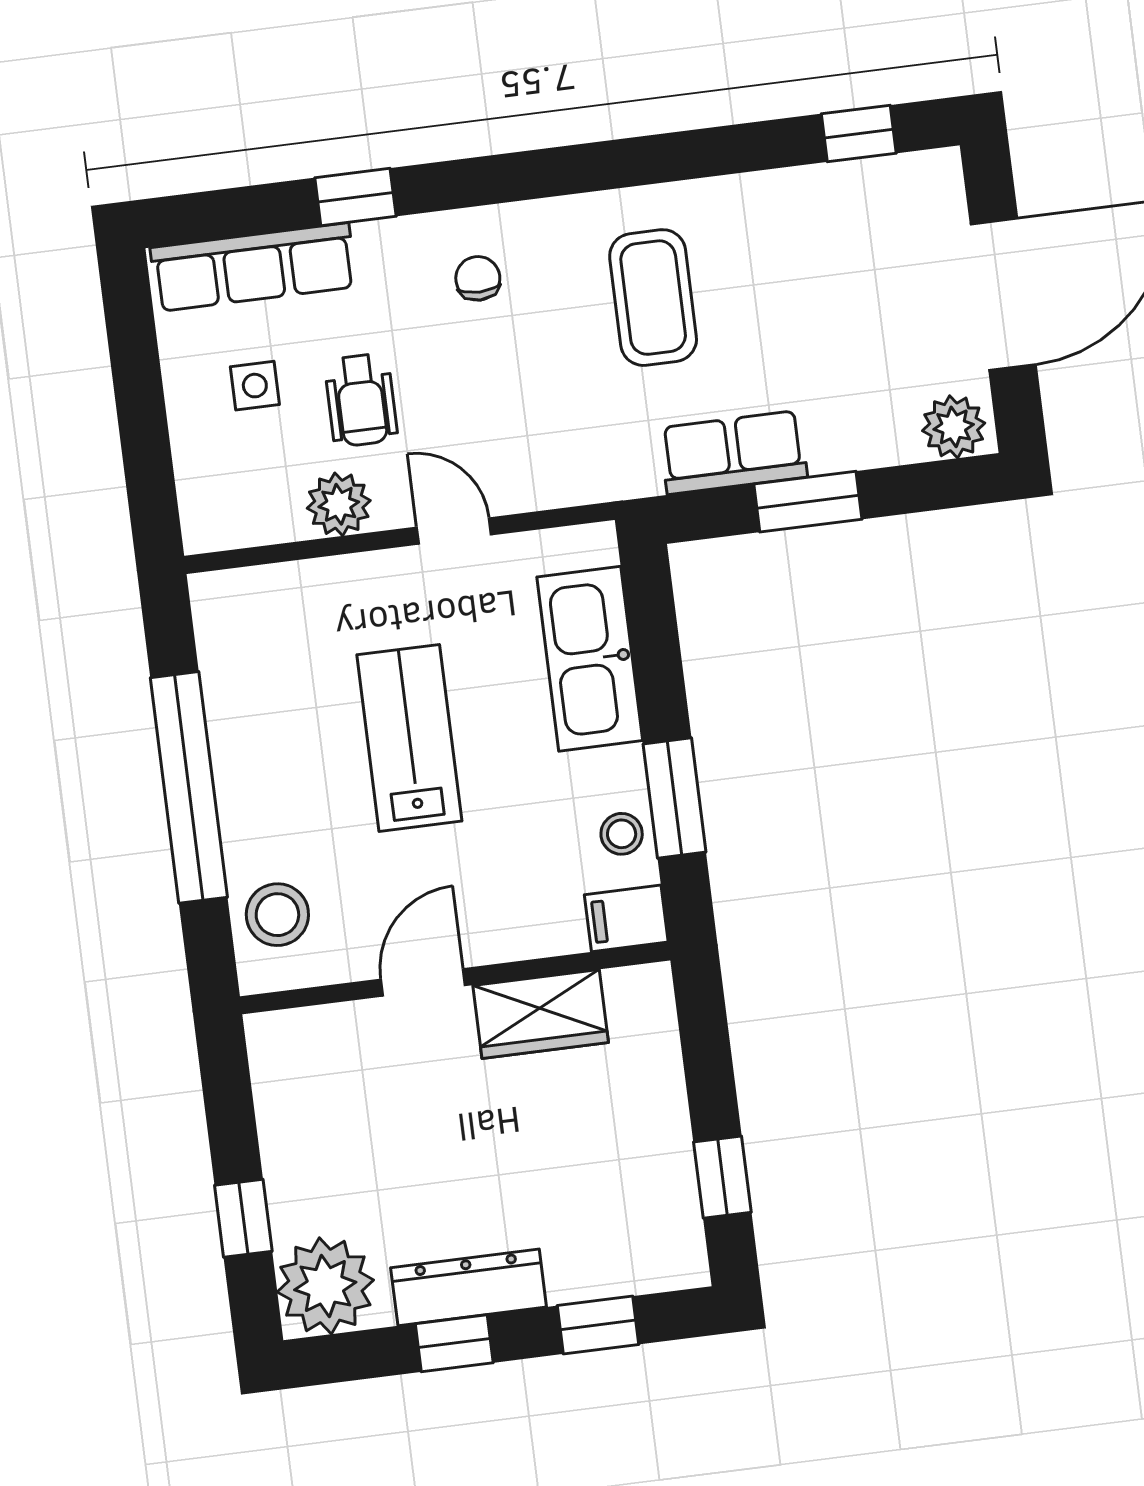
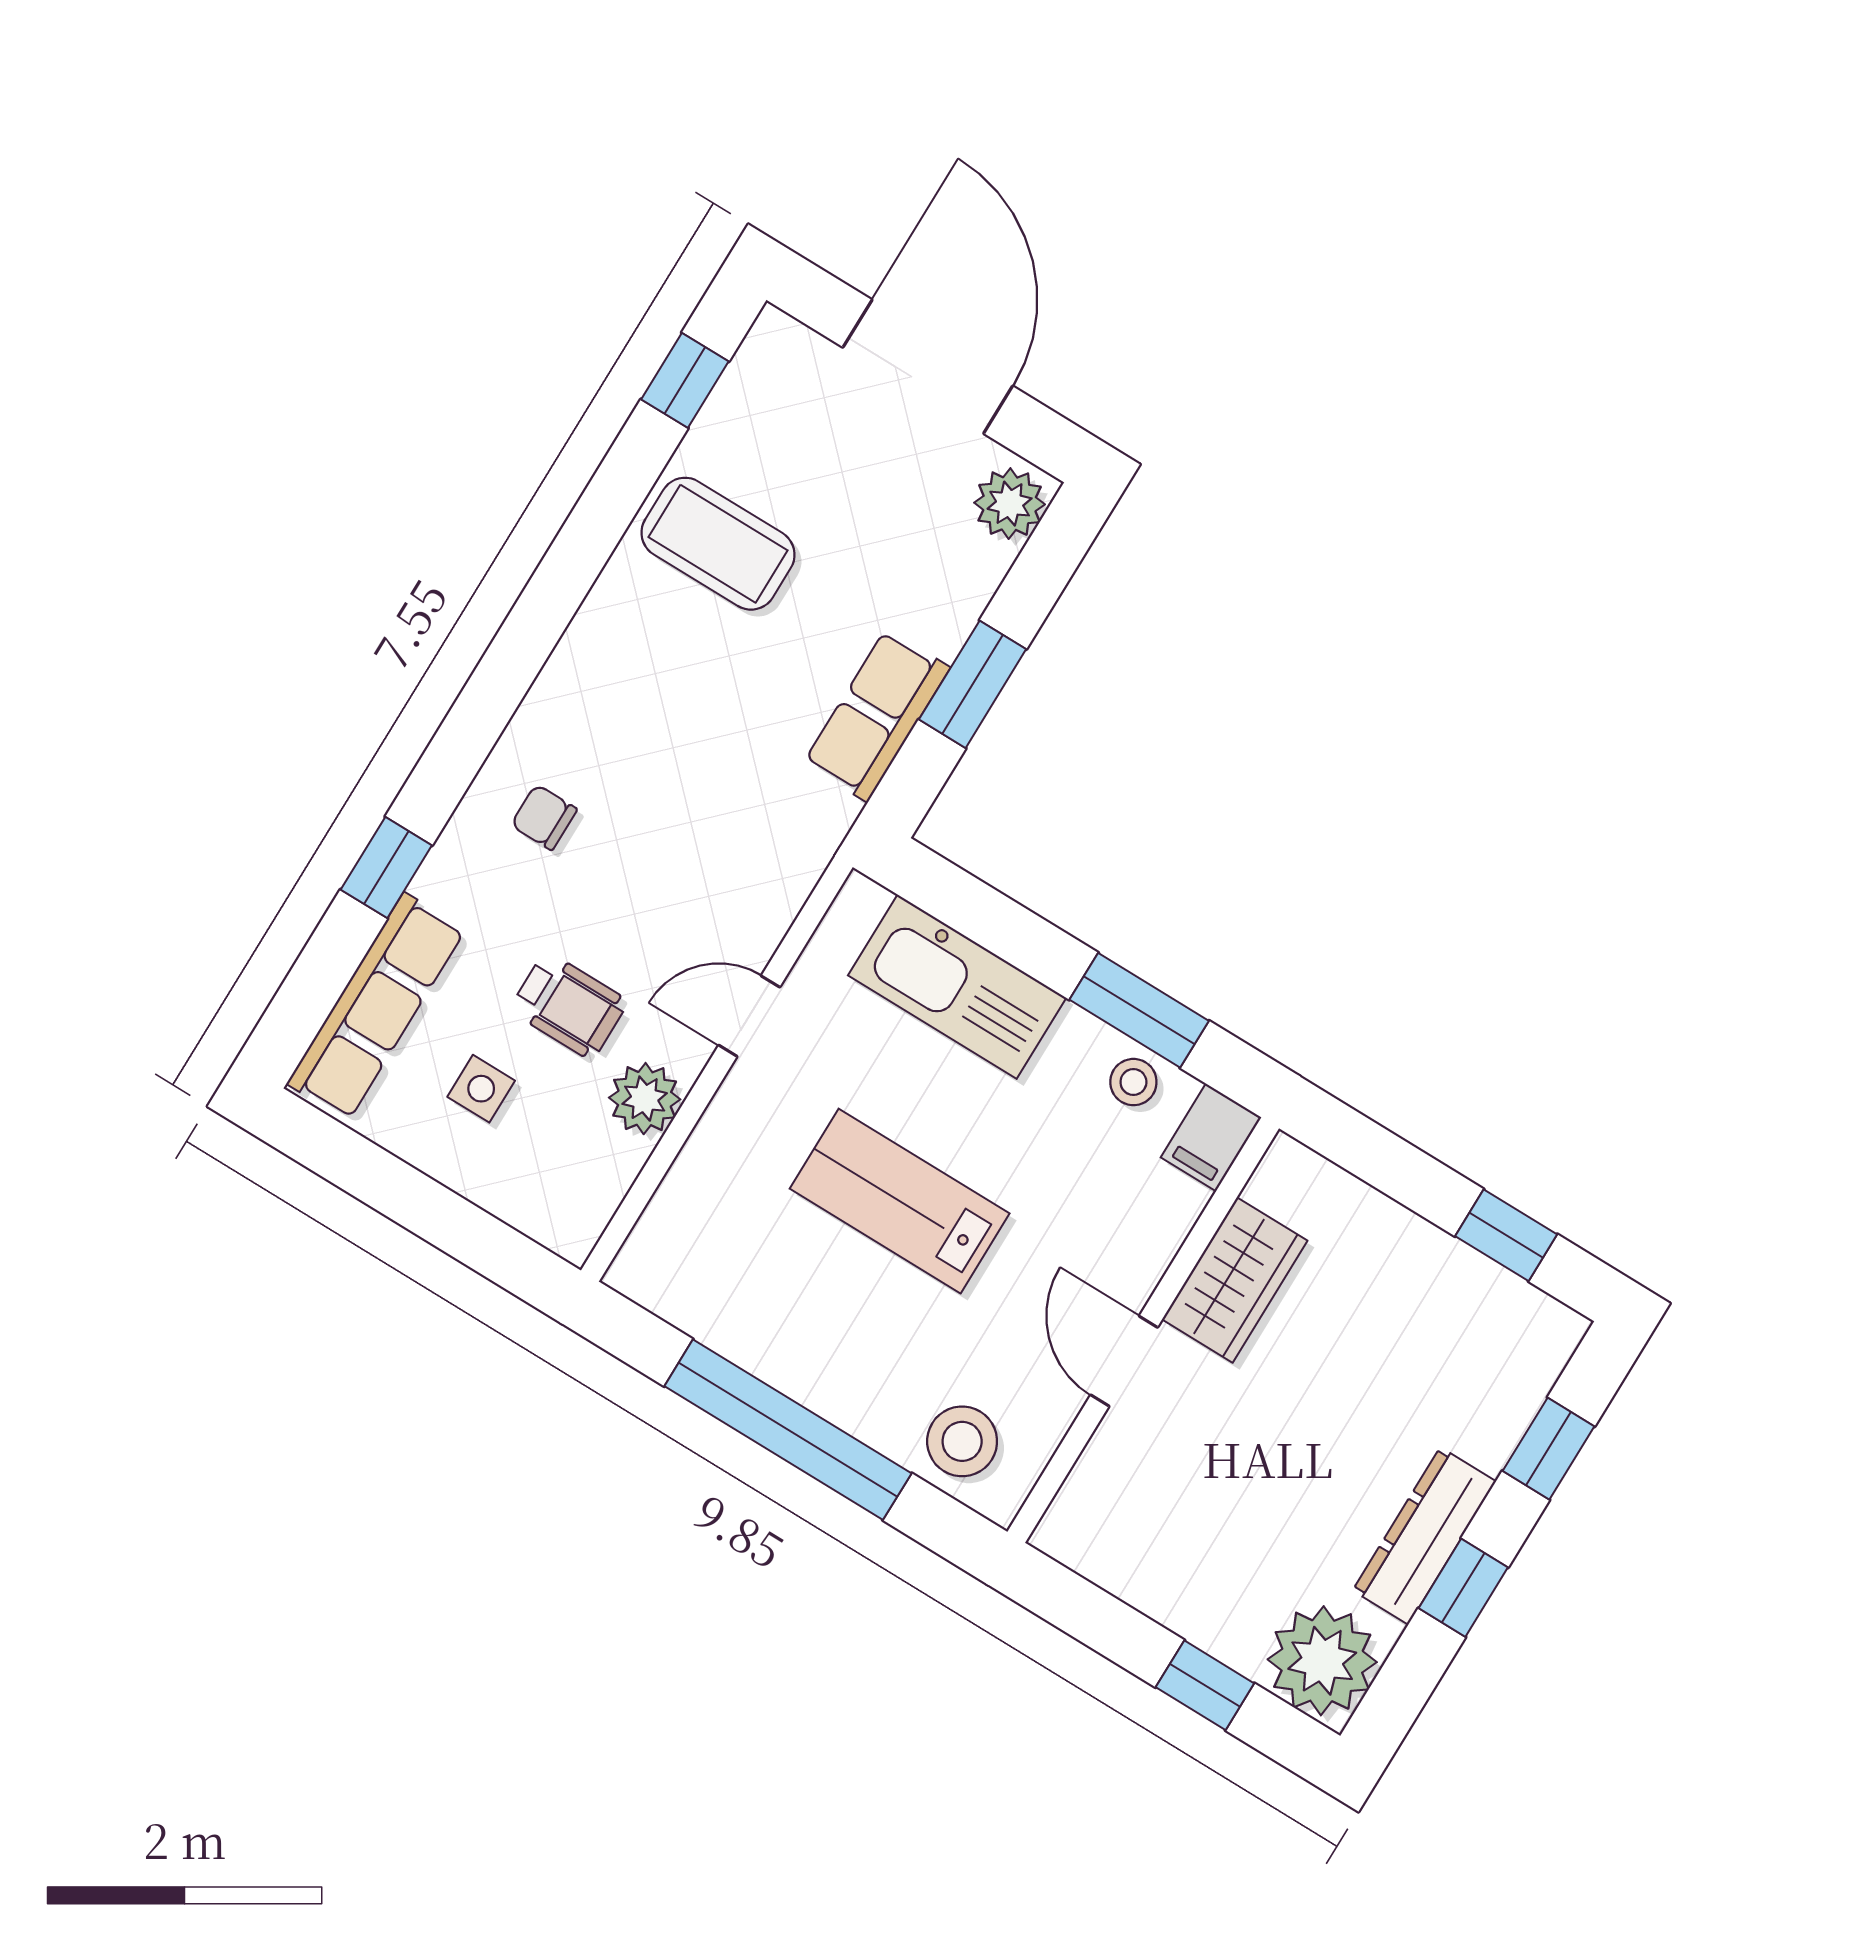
coffee table: (653, 298) -> (718, 544), moved

